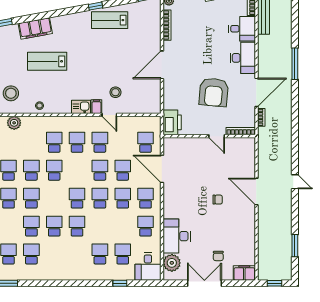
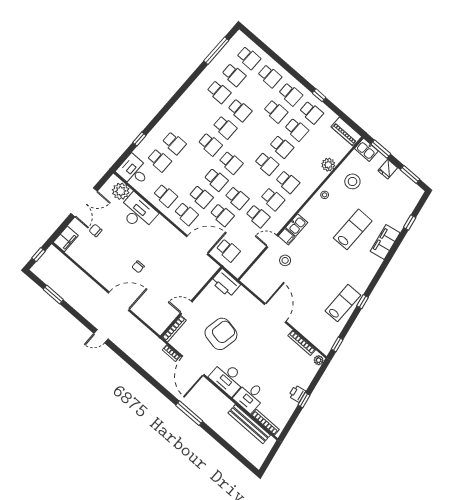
armchair: (214, 92) -> (221, 334), turned 96
school desk: (31, 198) -> (261, 128), removed

